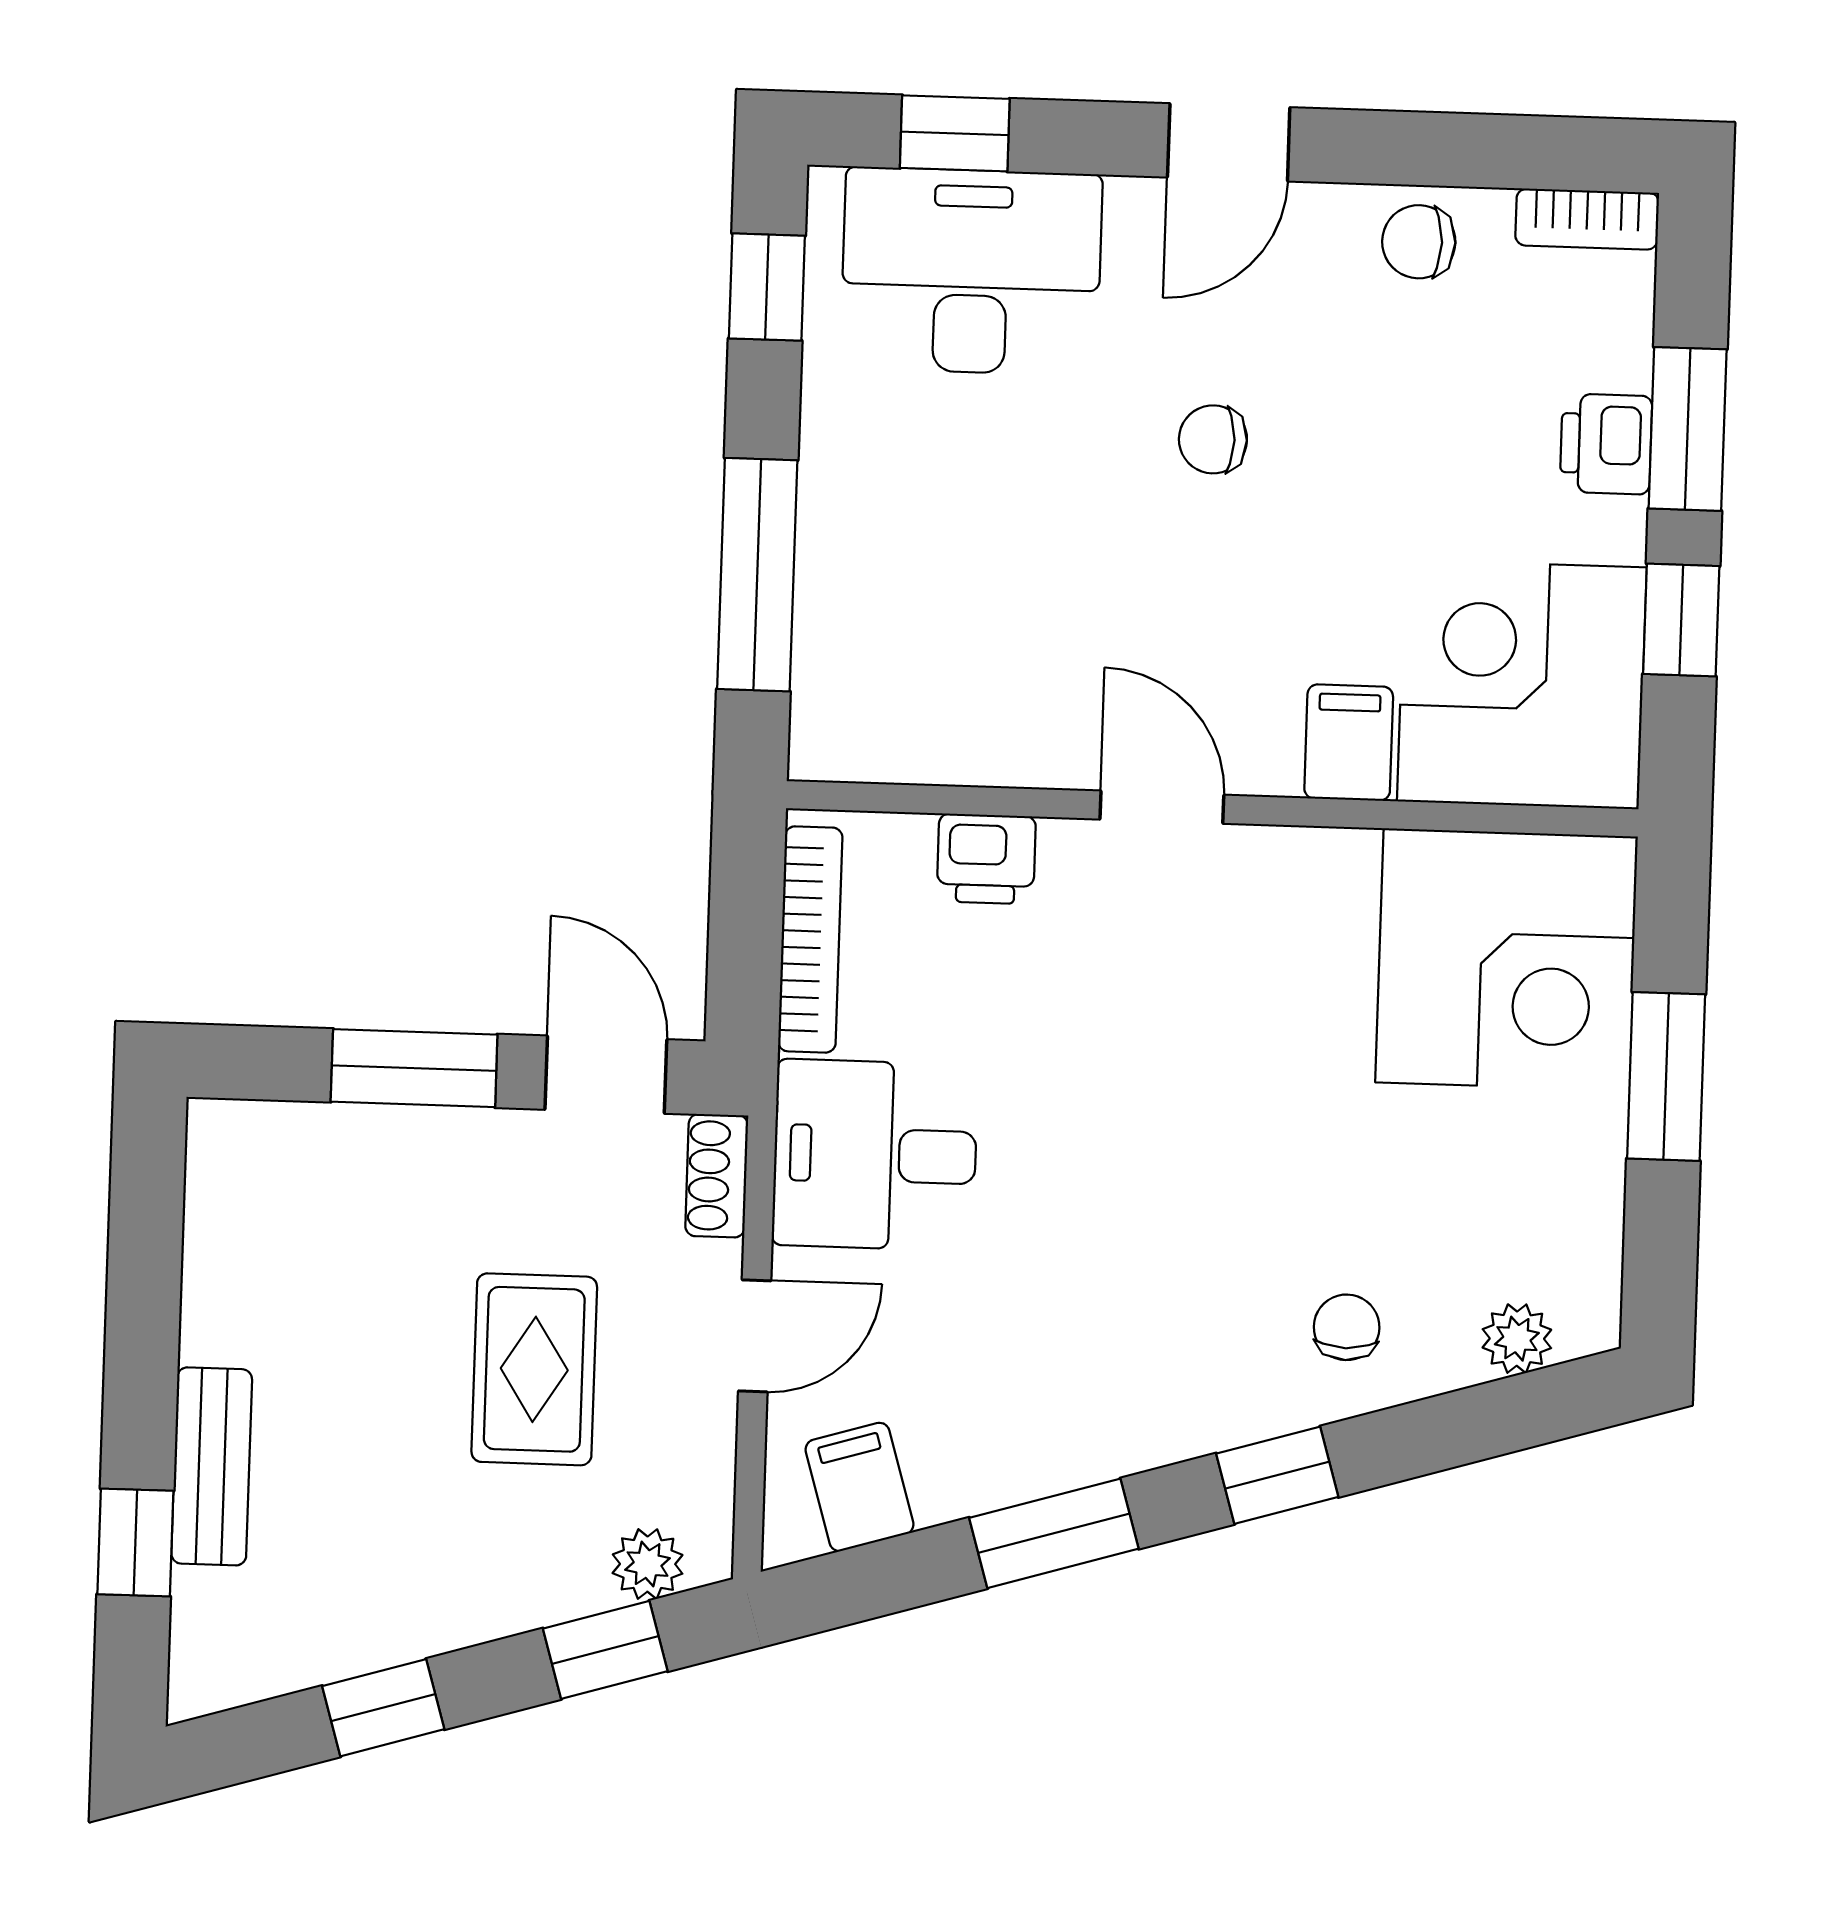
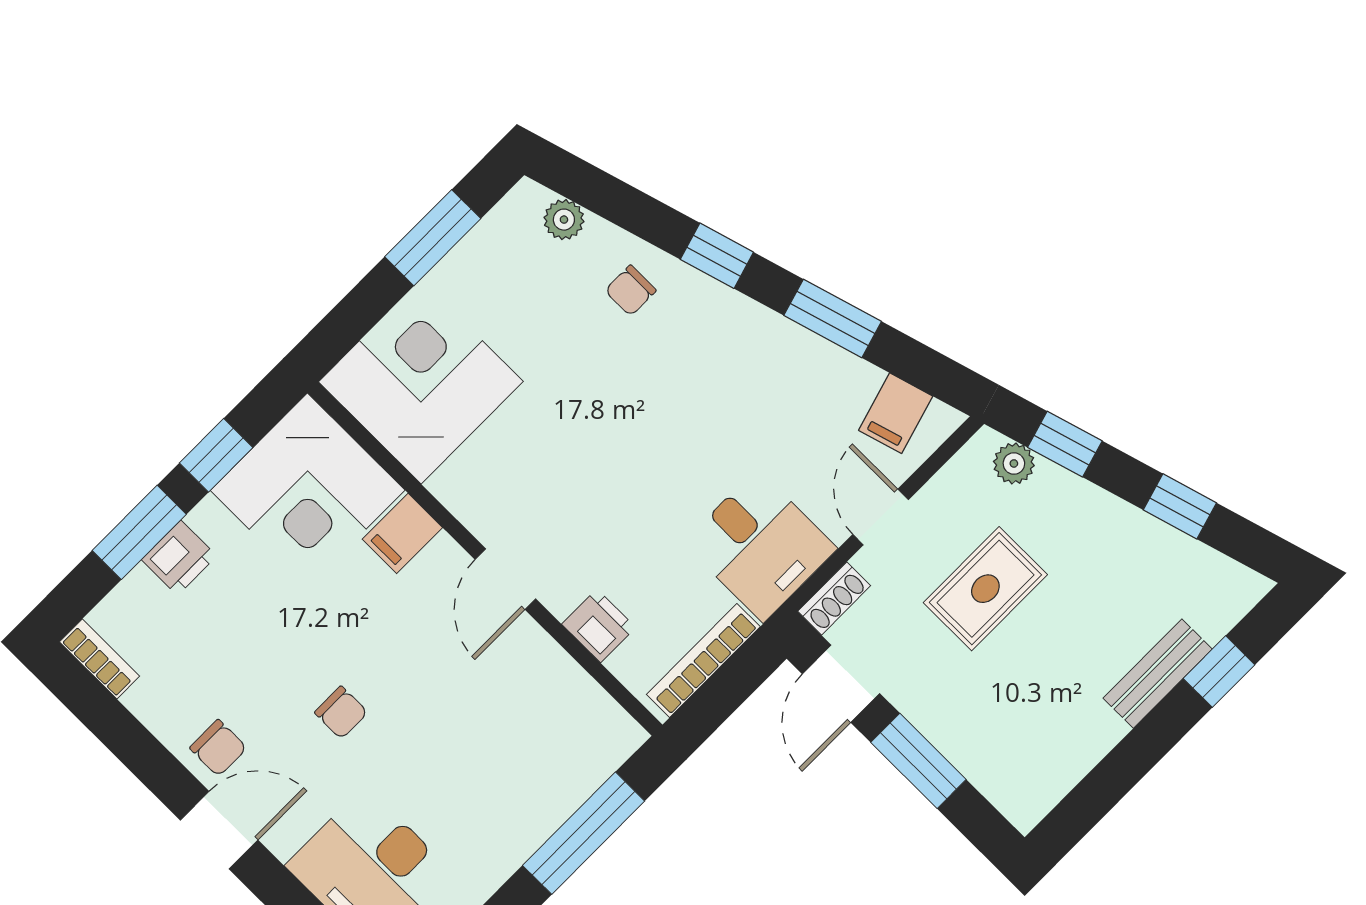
chair: (1419, 242) -> (218, 748), moved
window: (1666, 1076) -> (433, 238), moved
door: (755, 1336) -> (881, 517), hinge flipped

